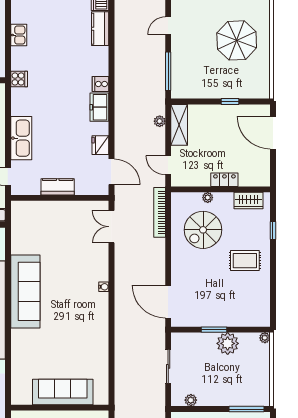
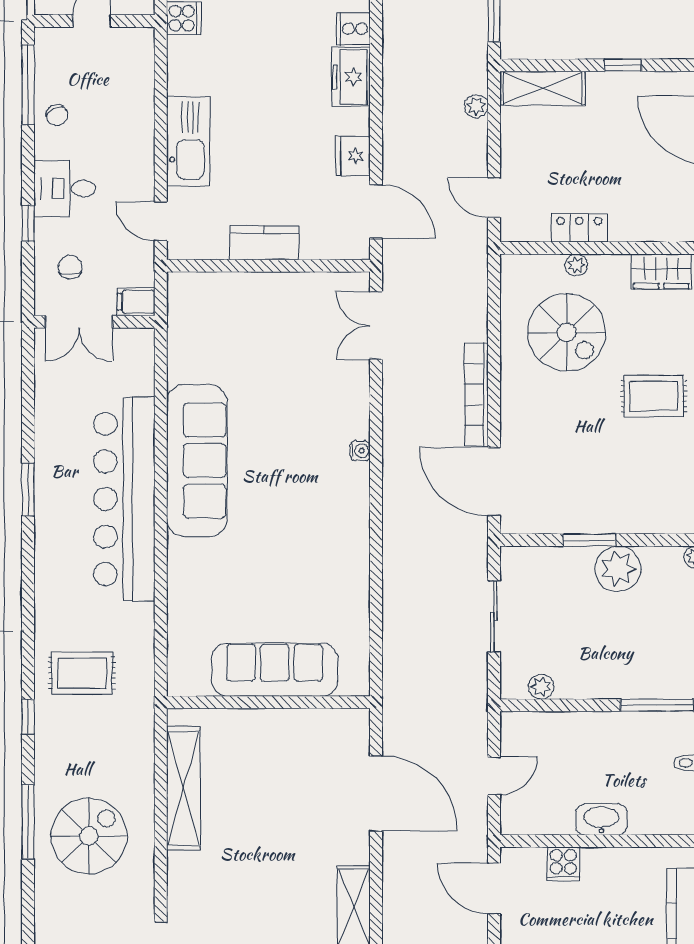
shelving: (179, 125) -> (543, 88), moved, turned 90
locker: (224, 180) -> (579, 228), moved
bookcase: (160, 212) -> (476, 395), moved
spiral stairs: (203, 230) -> (567, 332), turned -90

